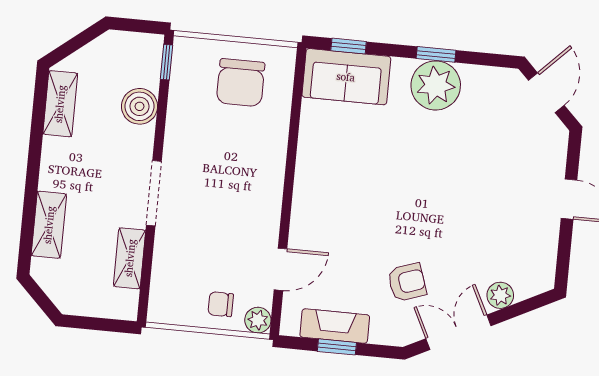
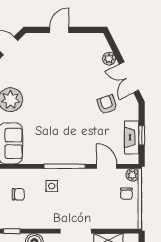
chair: (241, 83) -> (18, 194), width x0.54, depth x0.54
side table: (251, 153) -> (52, 186), added
window: (289, 183) -> (65, 166), added

